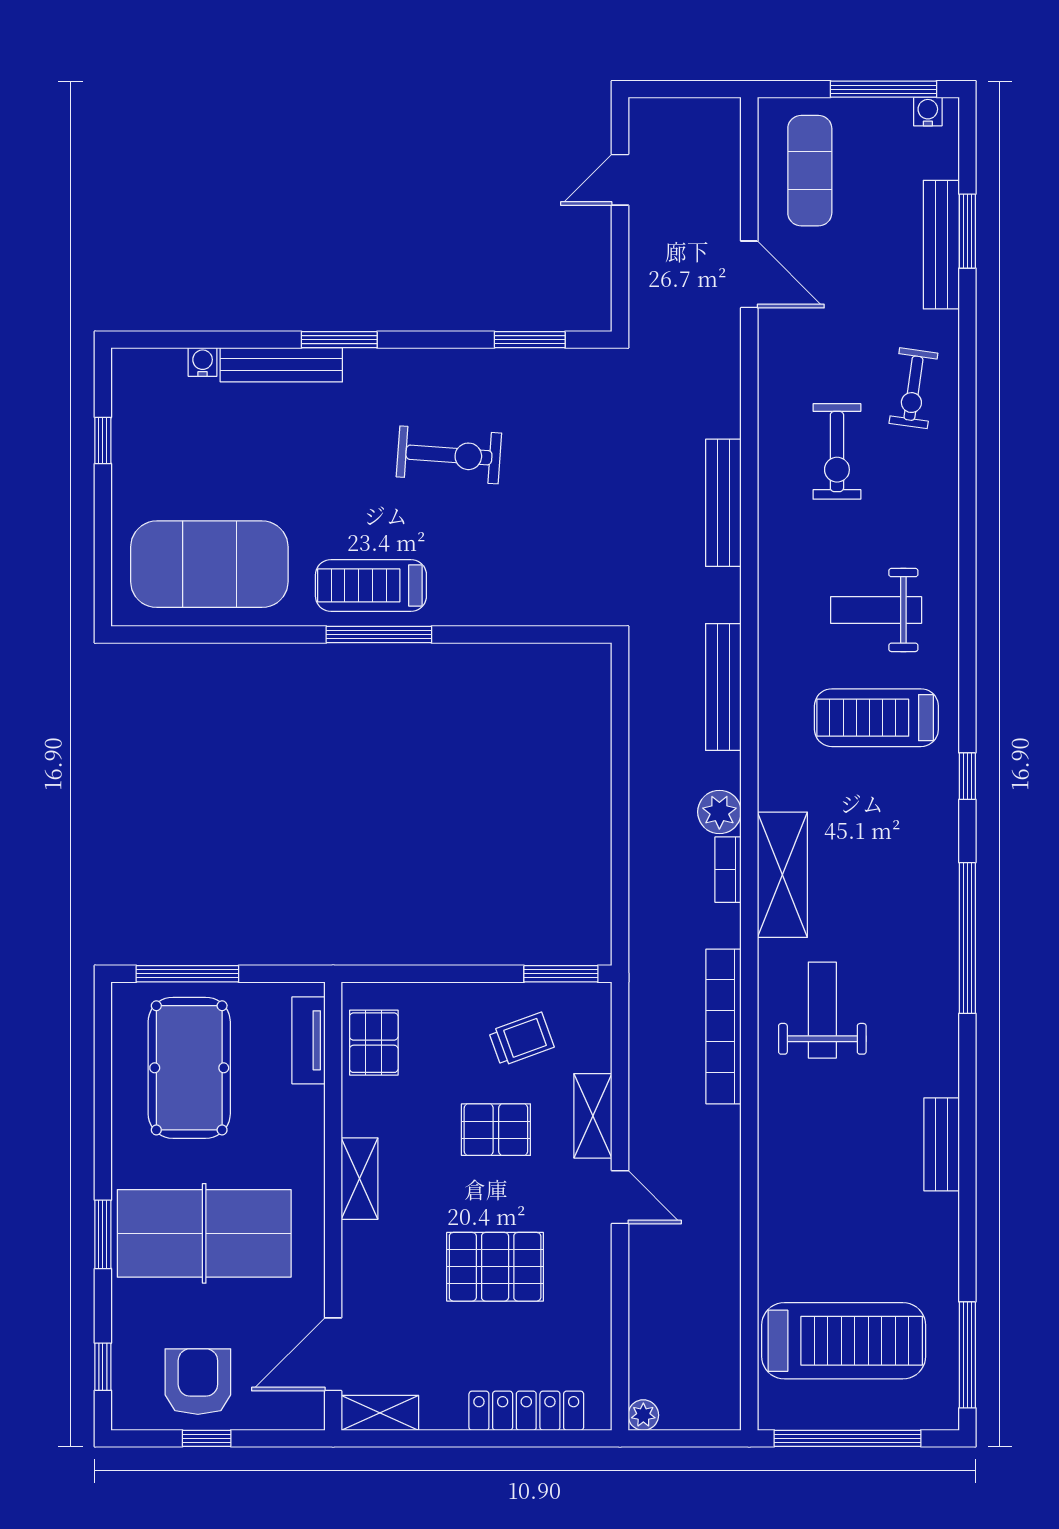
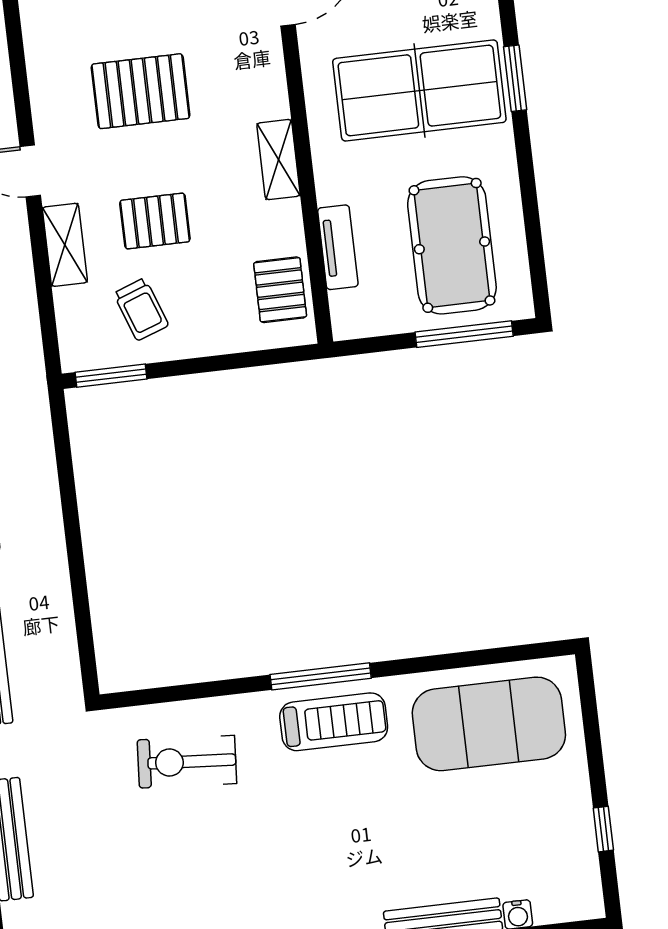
exercise bike: (449, 455) -> (187, 762), moved
trolley: (521, 1039) -> (141, 309), turned -90
tv unit: (308, 1040) -> (338, 247), moved

